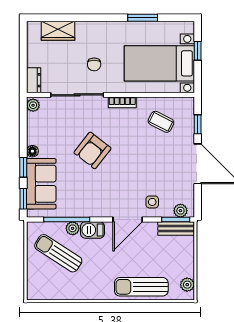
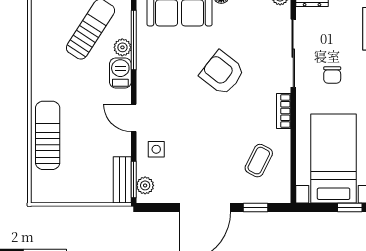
chair: (94, 64) -> (332, 75), turned -90
door: (128, 220) -> (134, 118), width x0.73
plant: (187, 285) -> (50, 194), removed

